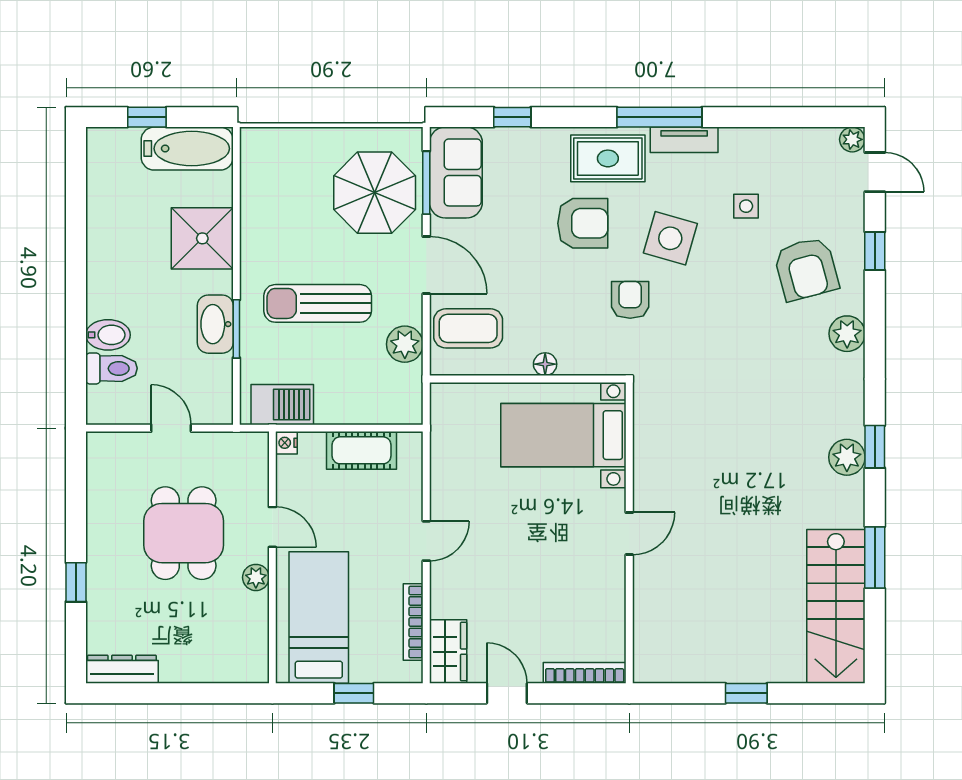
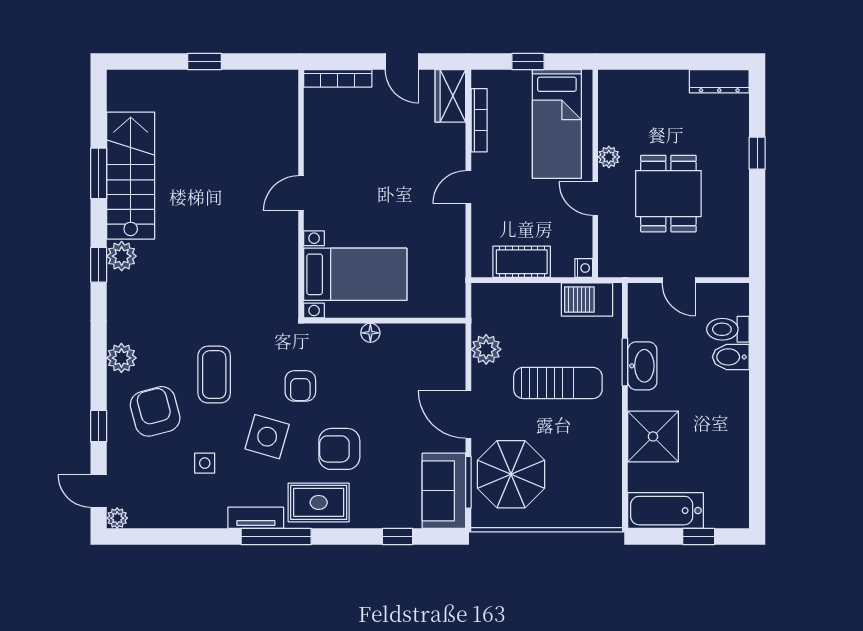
coffee table: (468, 328) -> (214, 375), moved, turned 90
stairs: (836, 606) -> (131, 176), moved

